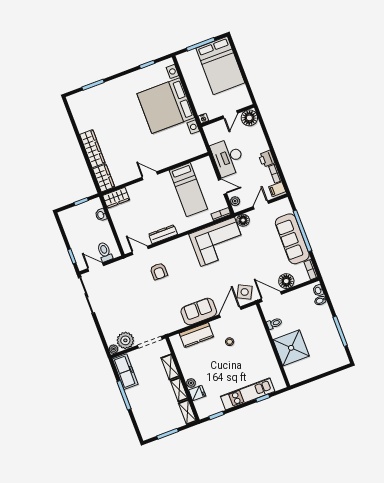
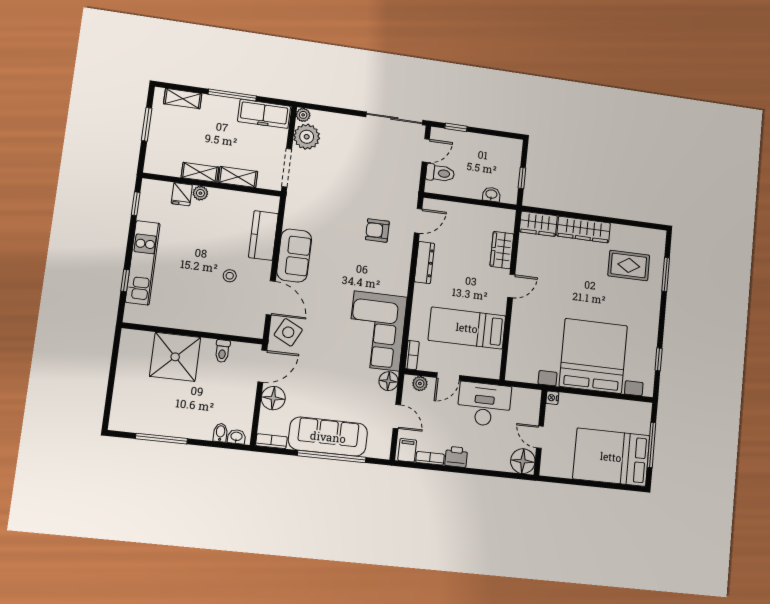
rug: (100, 110) -> (629, 265), added
wardrobe: (116, 198) -> (502, 250), moved
shelving: (187, 412) -> (183, 99), moved

